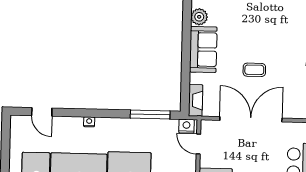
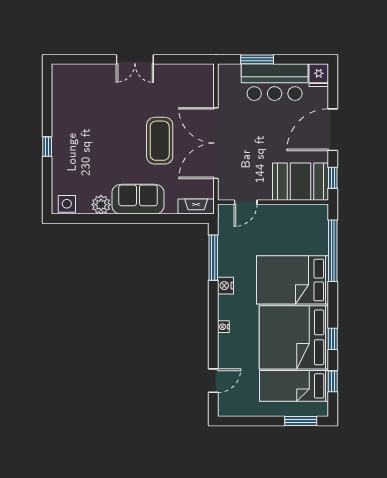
coffee table: (254, 70) -> (160, 141), width x1.86, depth x1.72
nightstand: (186, 126) -> (225, 286), moved

